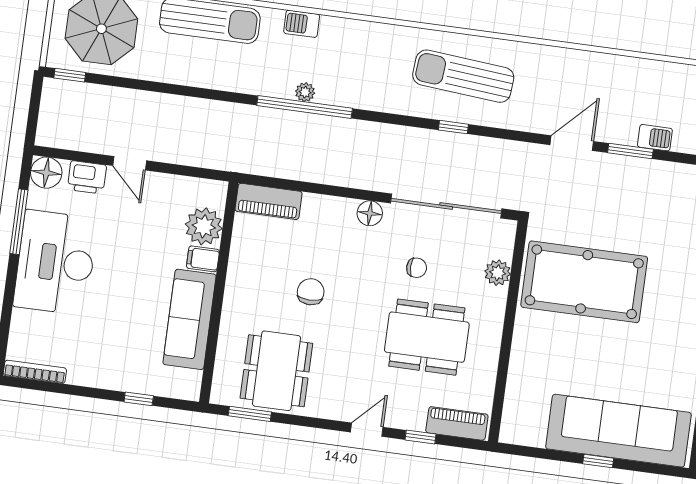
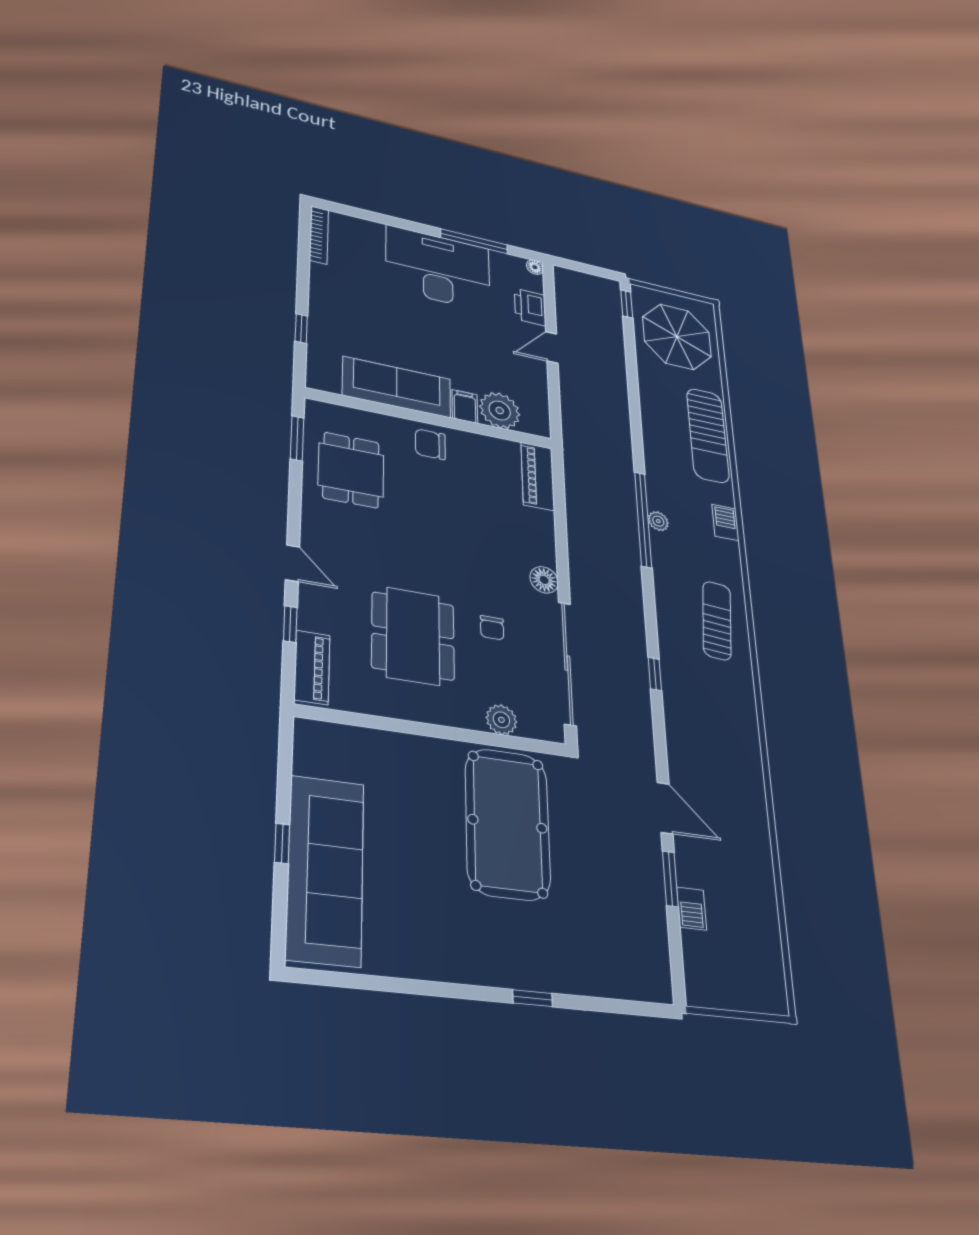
sun lounger: (463, 76) -> (717, 621), moved, width x0.73, depth x0.75
floor lamp: (46, 173) -> (535, 267), width x0.53, depth x0.53
chair: (311, 292) -> (430, 444), moved, turned 180
dining table: (276, 371) -> (351, 470), width x0.73

